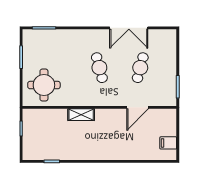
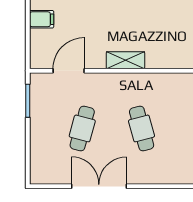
door: (138, 107) -> (69, 71), moved
shelving: (81, 115) -> (125, 60), moved

